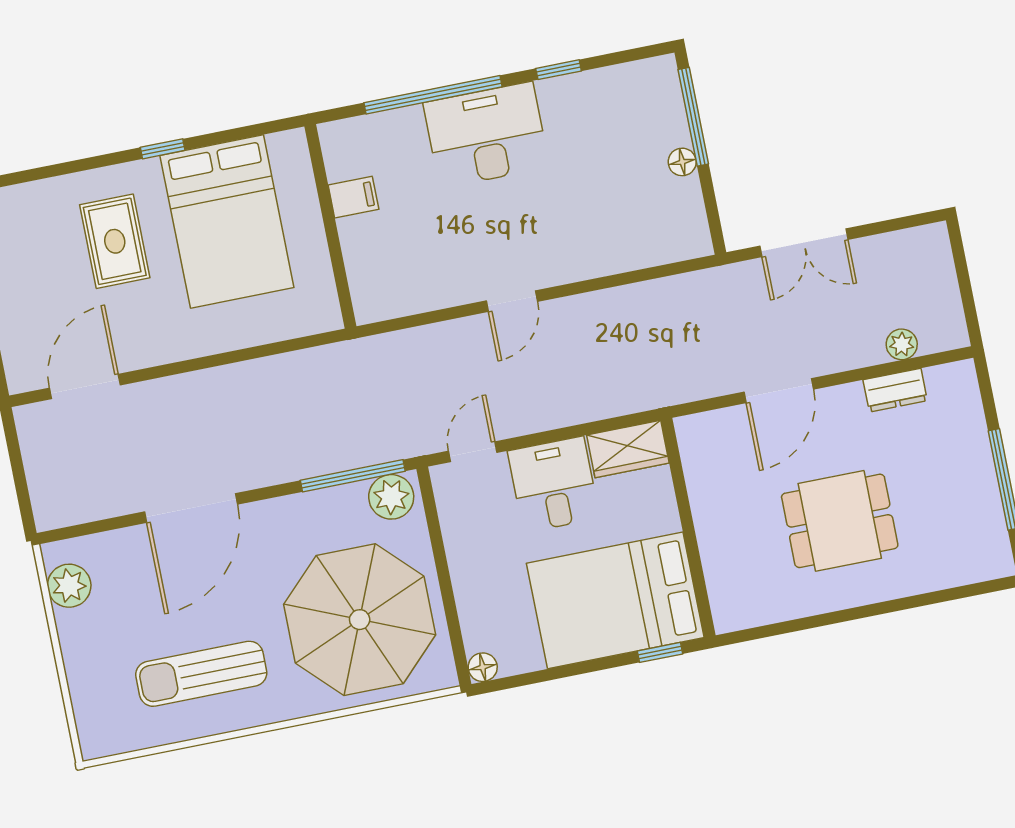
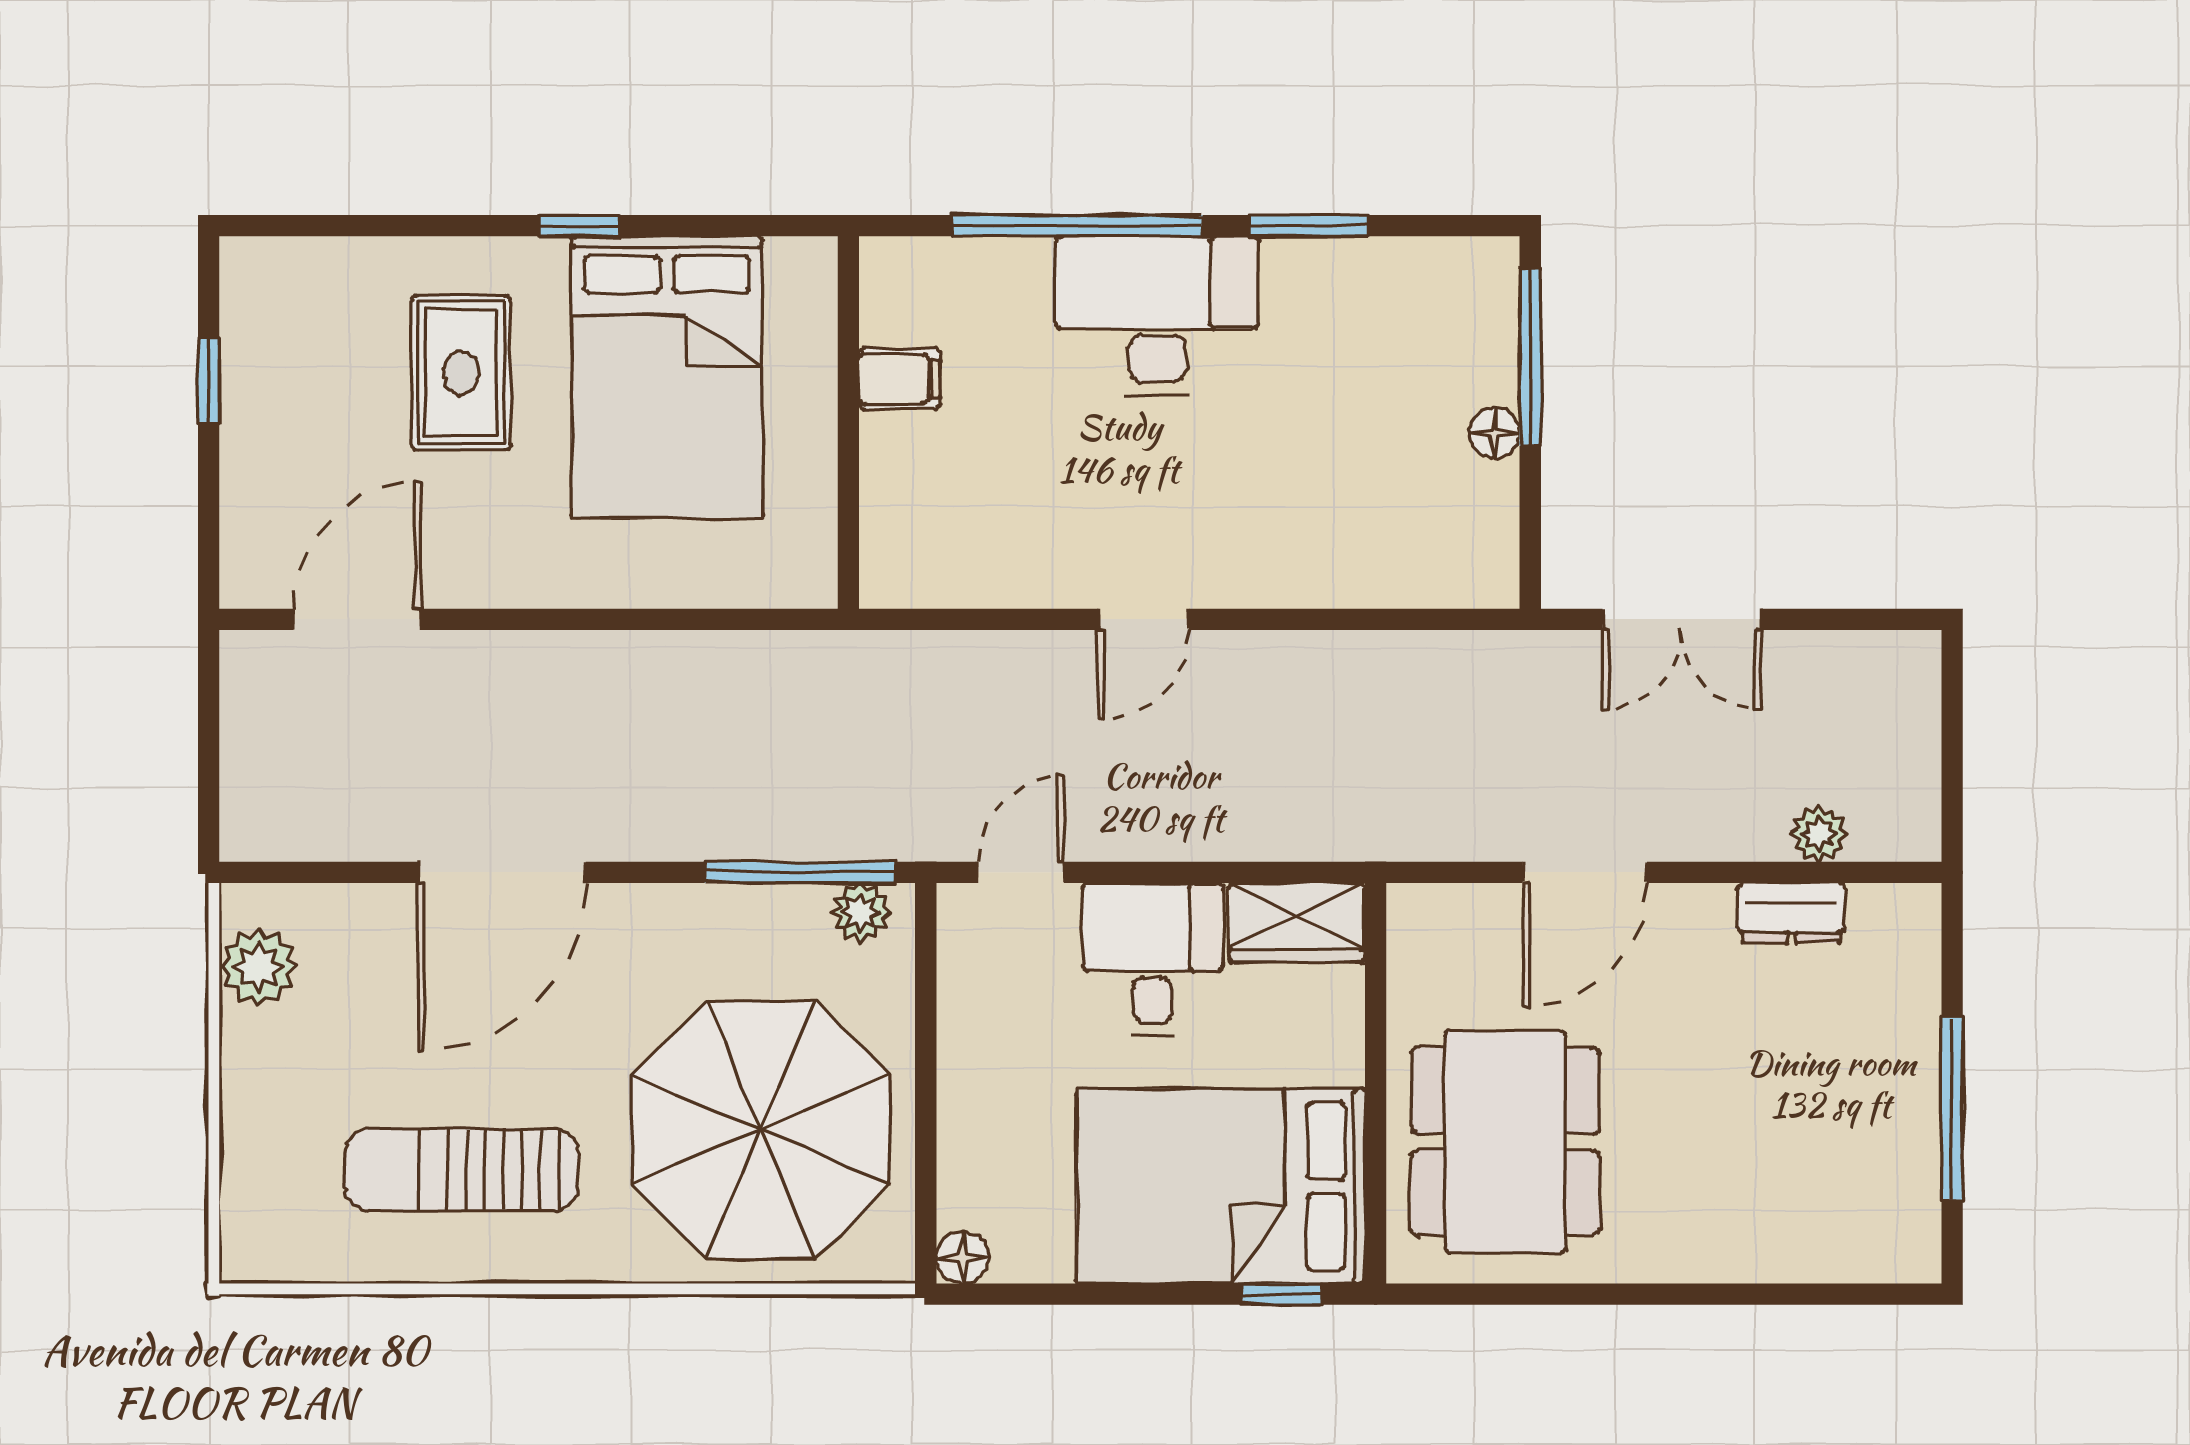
window: (559, 70) -> (1308, 226), width x1.50
plant: (391, 497) -> (861, 912), width x0.73, depth x0.73
dining table: (840, 521) -> (1505, 1142), moved, width x1.38

